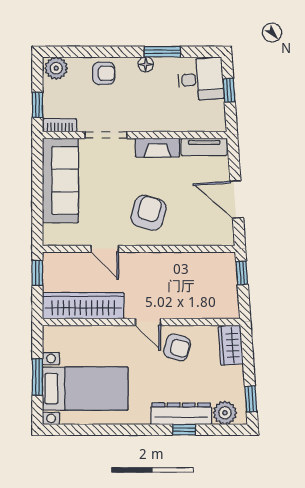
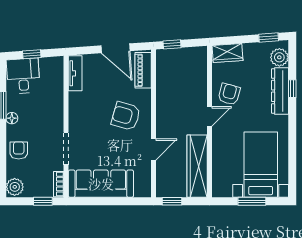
fireplace: (157, 148) -> (76, 109), removed
door: (237, 199) -> (116, 48), hinge flipped
piano: (208, 235) -> (143, 70), added

